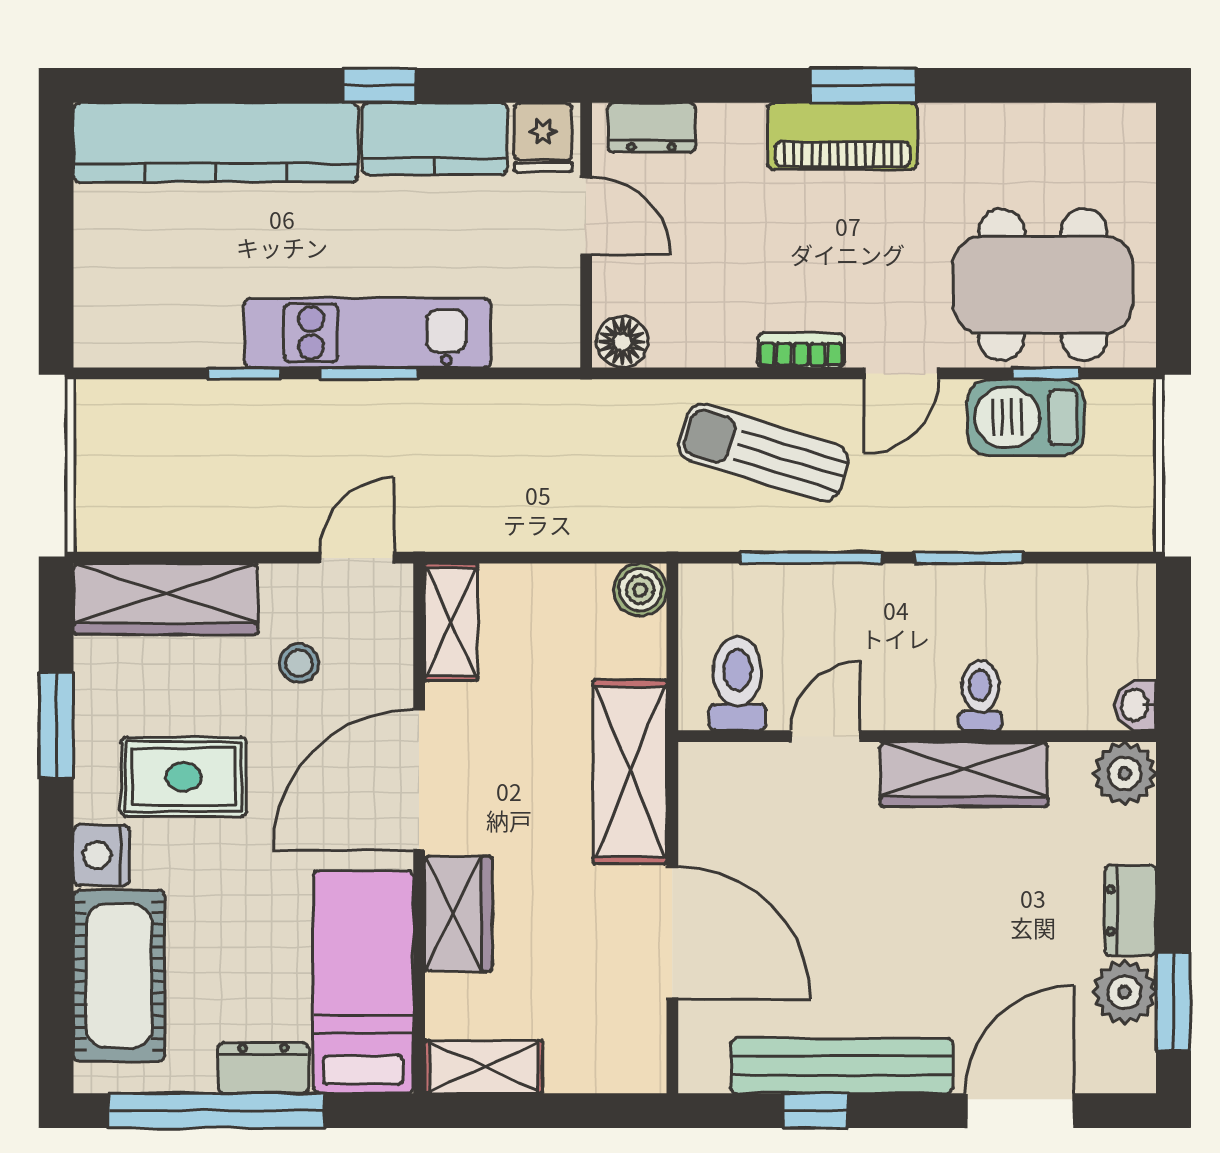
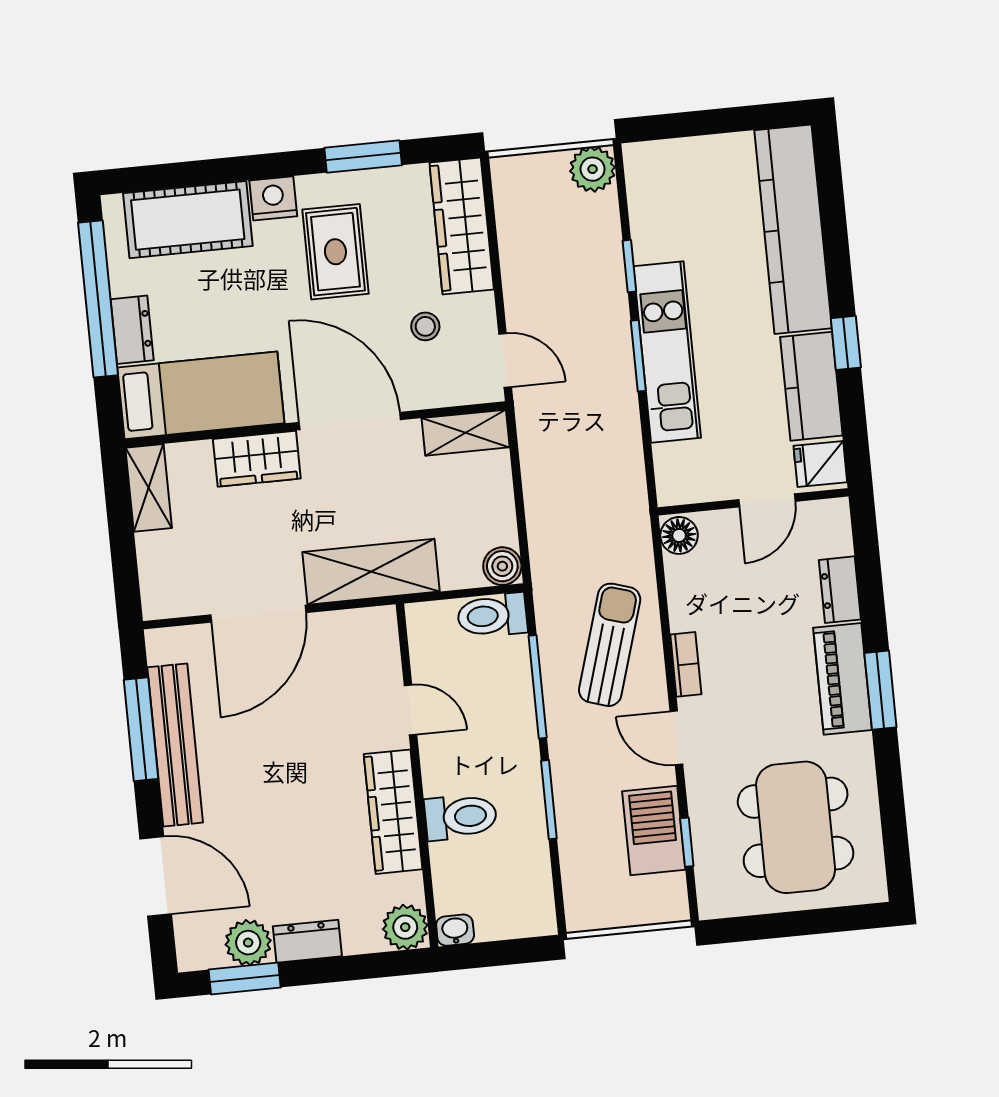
dresser: (652, 128) -> (840, 590), moved
dining table: (1043, 285) -> (796, 827), moved
plant: (105, 411) -> (593, 169), added
toilet: (738, 683) -> (492, 615), moved, turned 180
toilet: (980, 695) -> (461, 817), width x1.37, depth x1.39
window: (815, 1111) -> (141, 729), width x2.17

